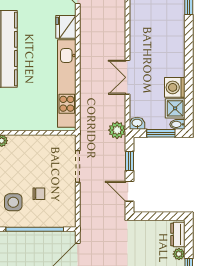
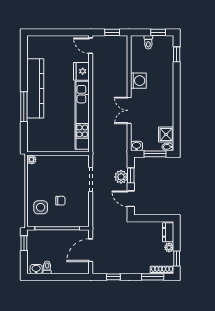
washing machine: (175, 87) -> (138, 81), moved, turned 180
plant: (117, 130) -> (121, 177), moved

